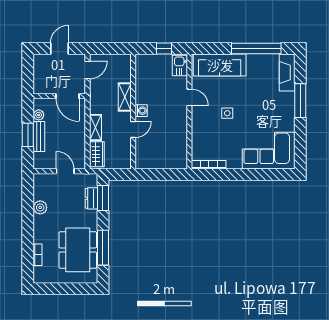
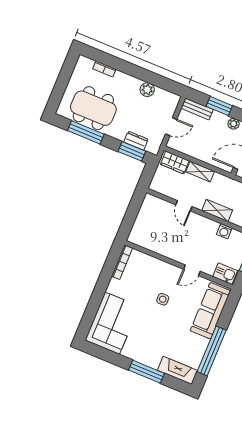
washing machine: (141, 111) -> (224, 231), moved
bench: (39, 137) -> (197, 109), moved

